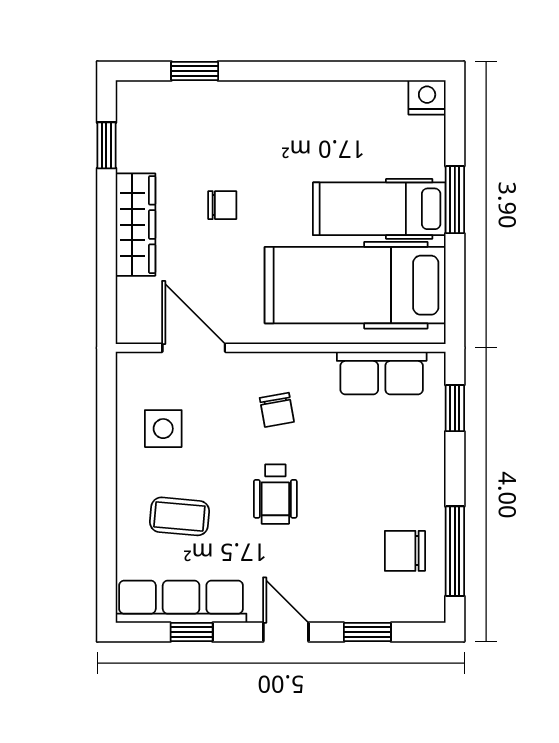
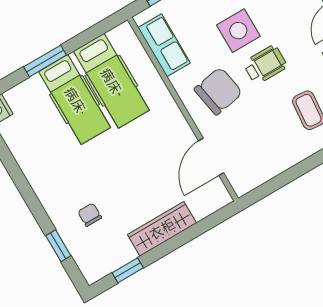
chair: (222, 205) -> (90, 215), moved
hospital bed: (355, 285) -> (111, 81), width x0.73, depth x0.78
chair: (277, 410) -> (218, 91), width x1.87, depth x1.87
side table: (163, 429) -> (238, 31), moved, width x1.37, depth x1.37

